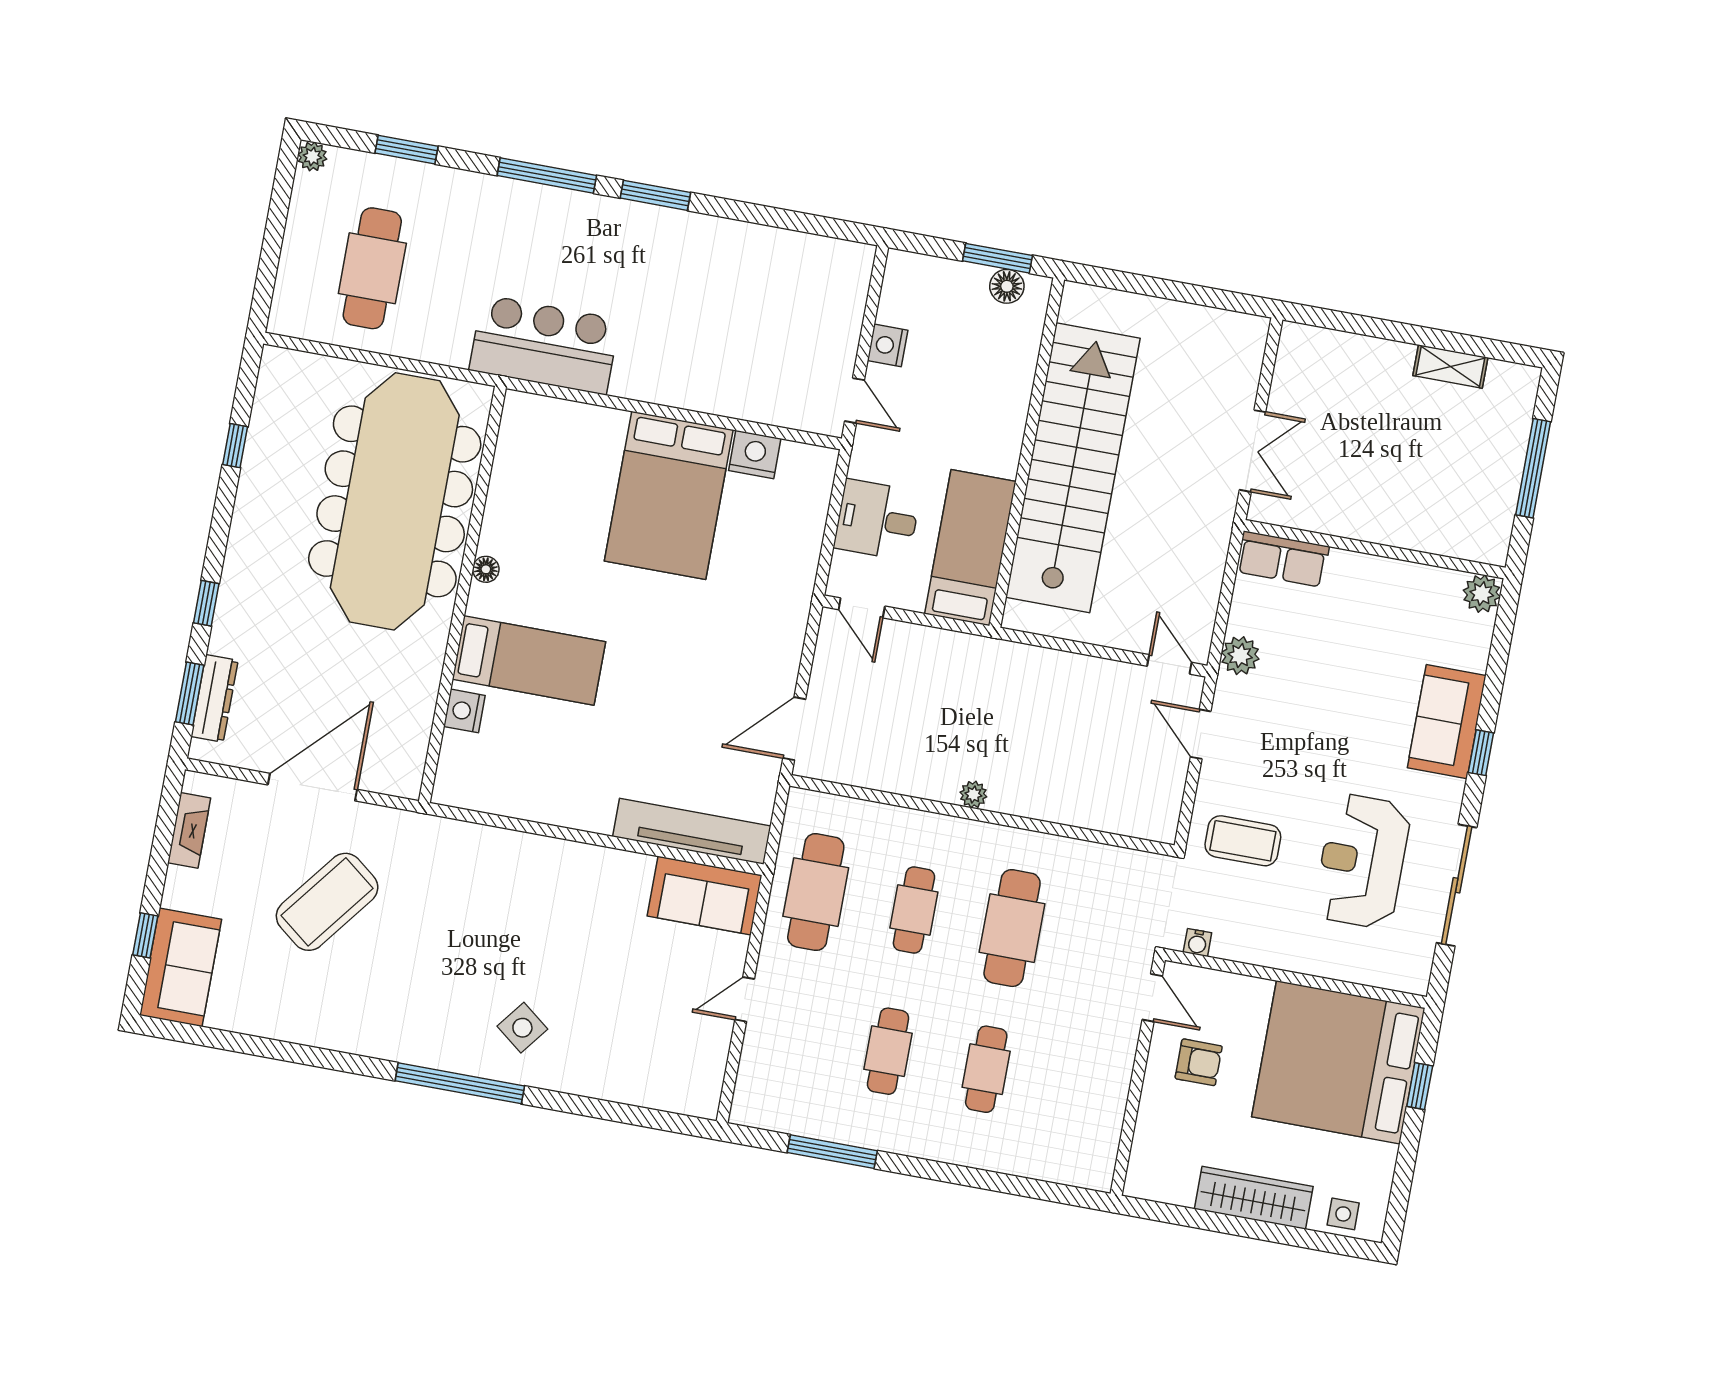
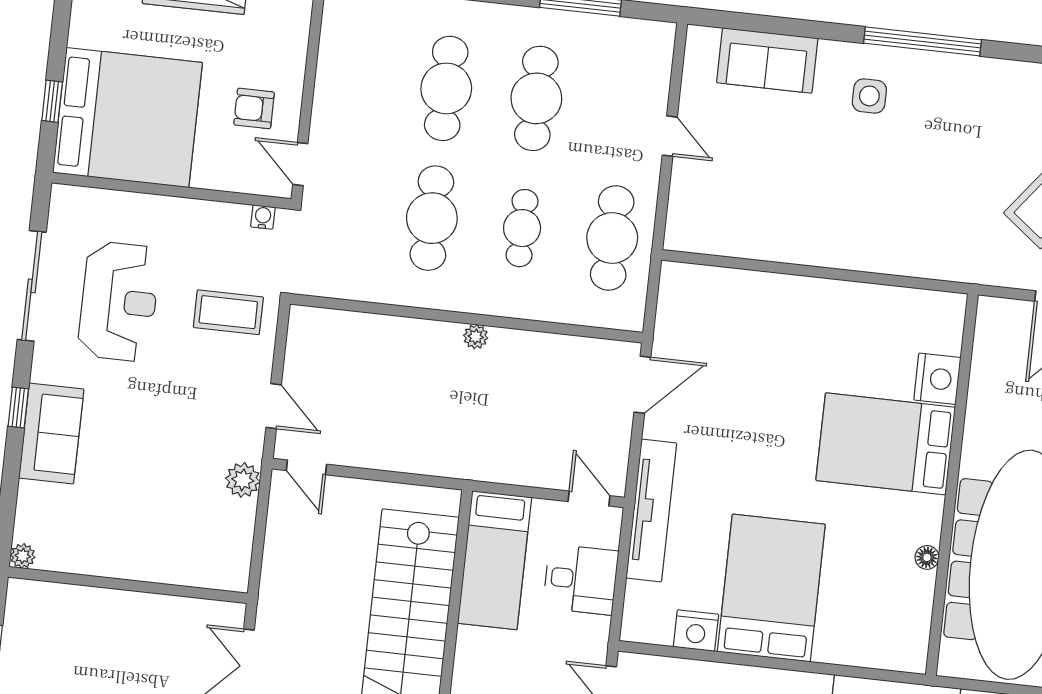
row of seats: (1283, 559) -> (211, 570), removed
floor lamp: (486, 569) -> (927, 557), moved
plant: (1482, 594) -> (23, 556), width x0.73, depth x0.73
bed: (529, 661) -> (886, 444), width x1.50
nightstand: (464, 711) -> (937, 379), width x1.36, depth x1.33
tv unit: (692, 831) -> (651, 511), moved, turned -90
sofa: (705, 896) -> (767, 60), moved, turned 180
door: (745, 999) -> (670, 136), hinge flipped
side table: (522, 1028) -> (869, 96), turned -38
cafe table: (888, 1051) -> (536, 98), width x1.37, depth x1.35
cafe table: (986, 1069) -> (446, 88), width x1.37, depth x1.35

